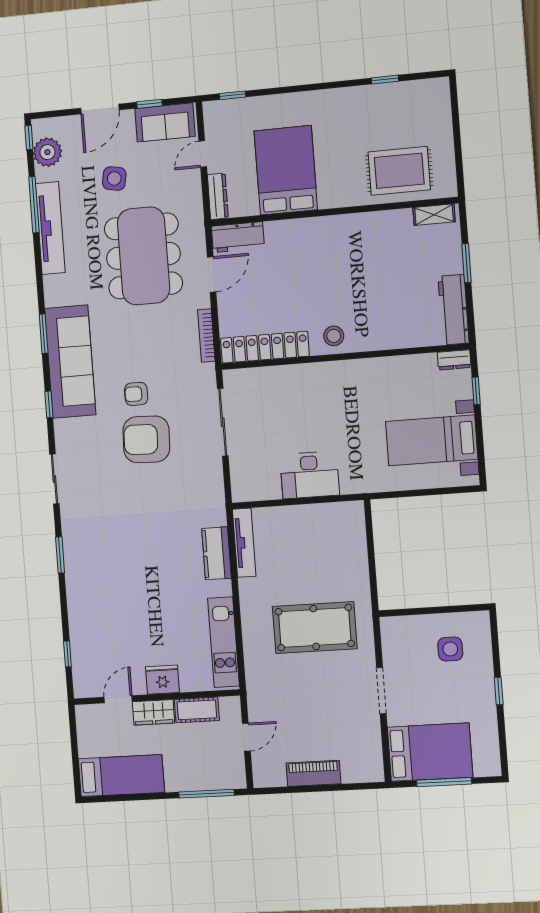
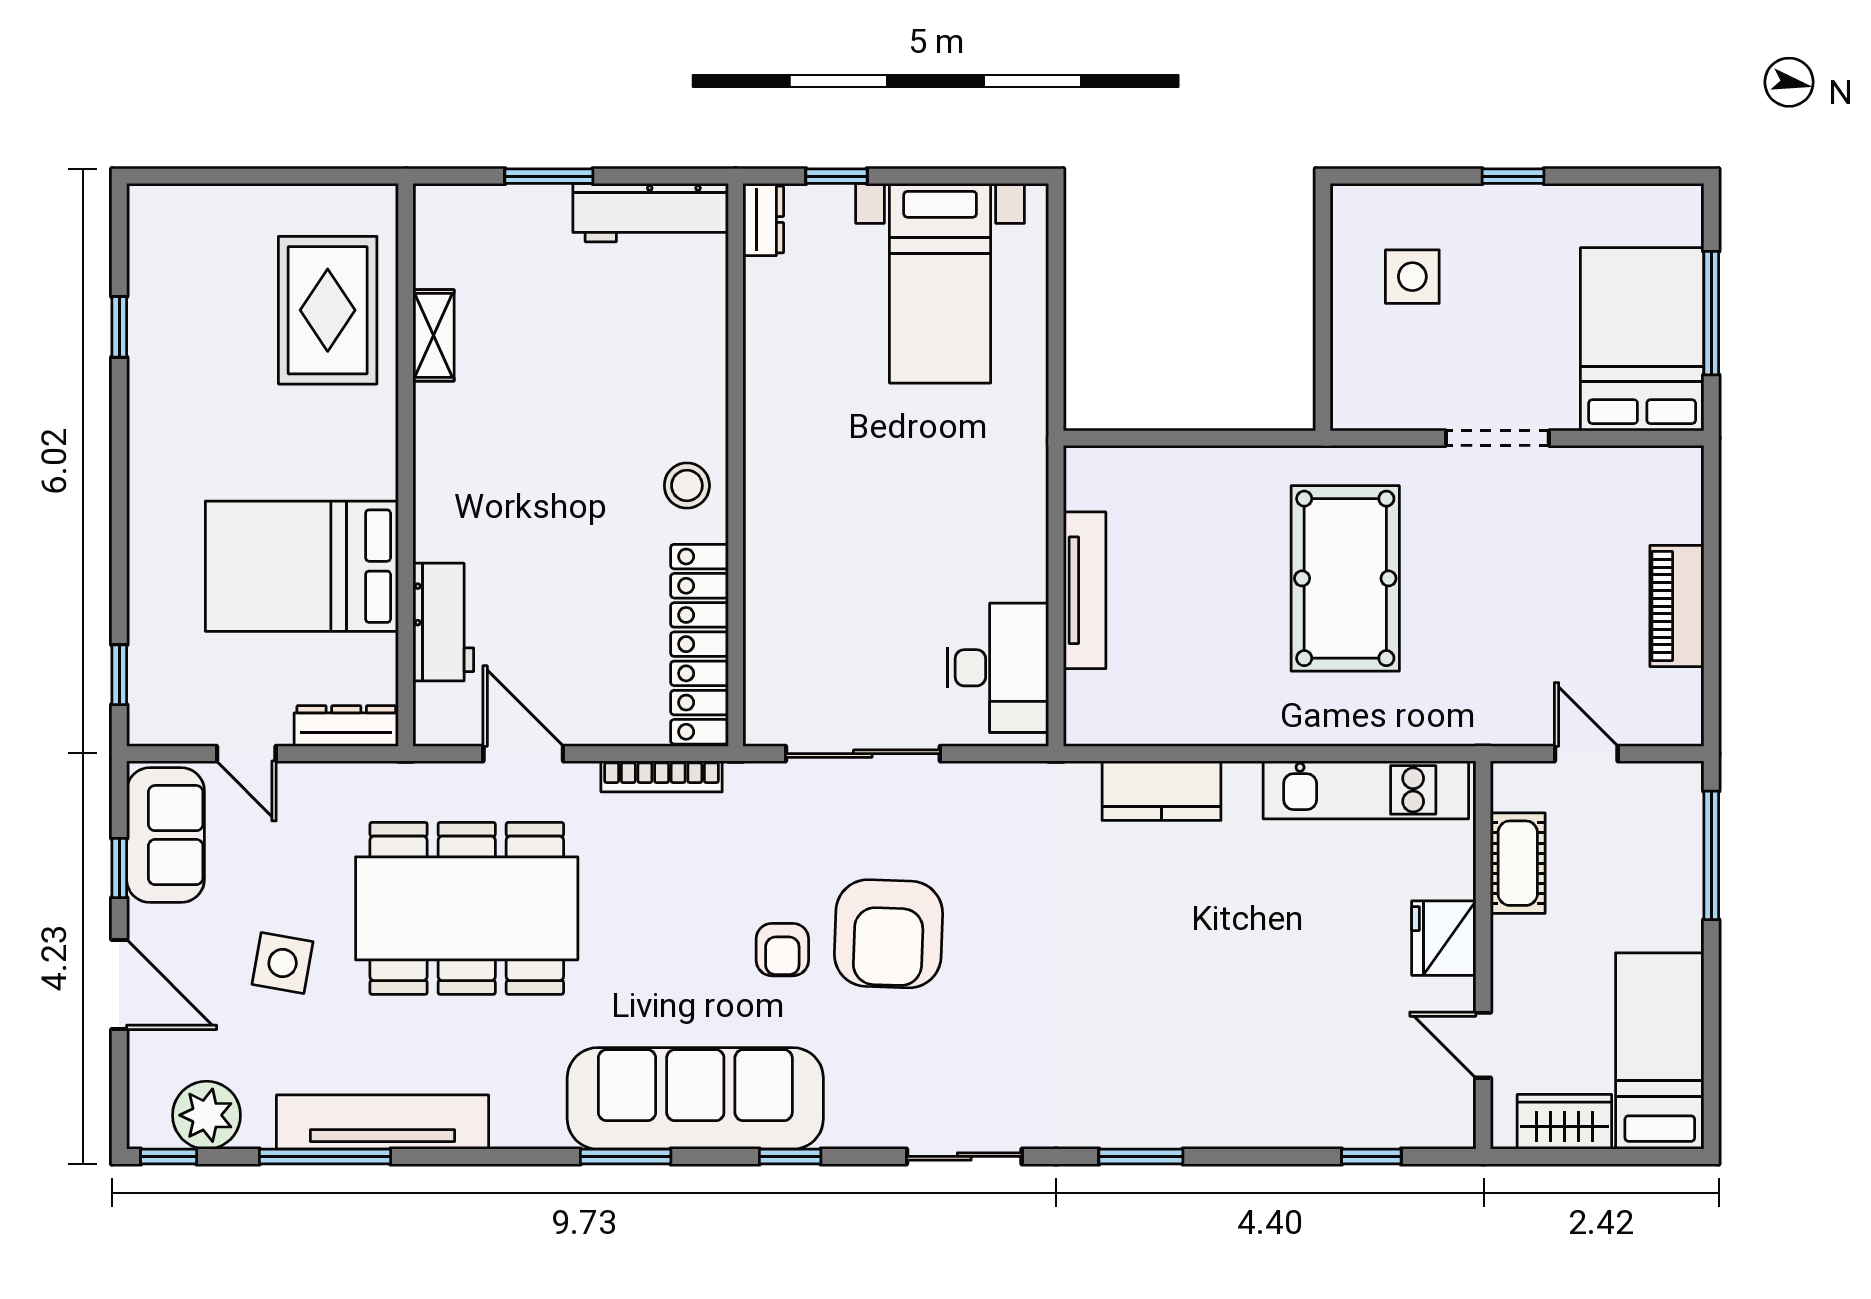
shelving: (434, 215) -> (433, 335), moved
workbench: (238, 237) -> (443, 622), moved
desk: (310, 475) -> (998, 668), moved
tv unit: (244, 543) -> (1085, 590), moved, turned 90
wardrobe: (153, 712) -> (1564, 1122), moved, turned -90

